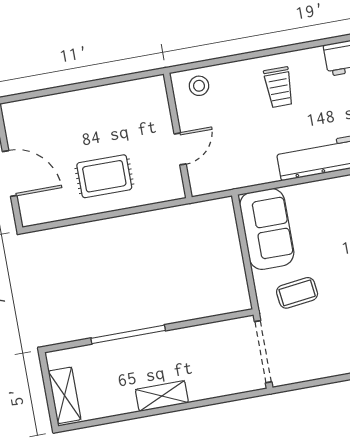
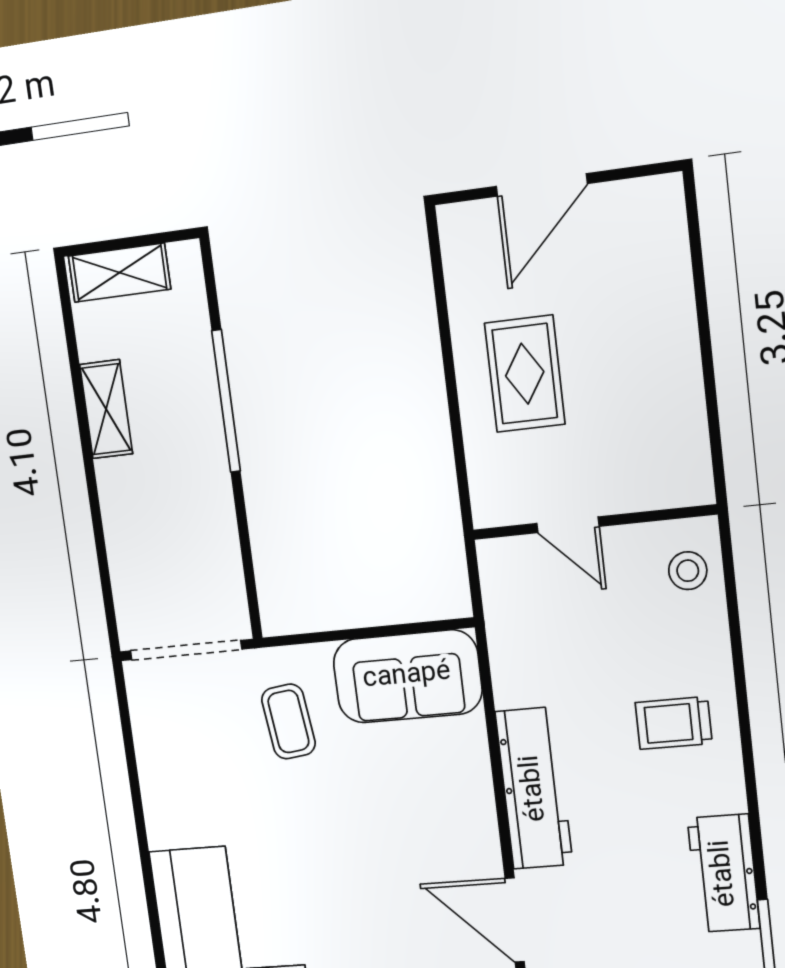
shelving: (162, 396) -> (106, 409), moved

